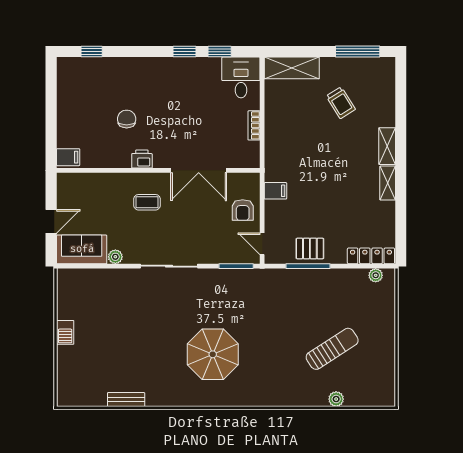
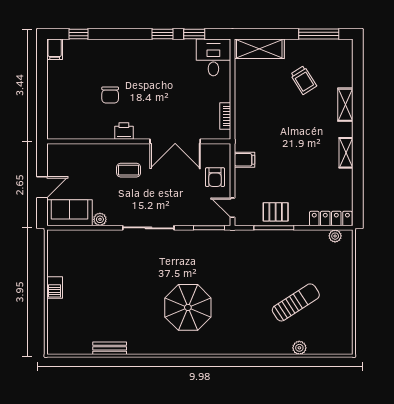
chair: (127, 119) -> (110, 95), turned 180
bookcase: (254, 125) -> (225, 116), moved
shelving: (387, 146) -> (345, 105), moved
filing cabinet: (68, 157) -> (55, 49), moved, turned 90

